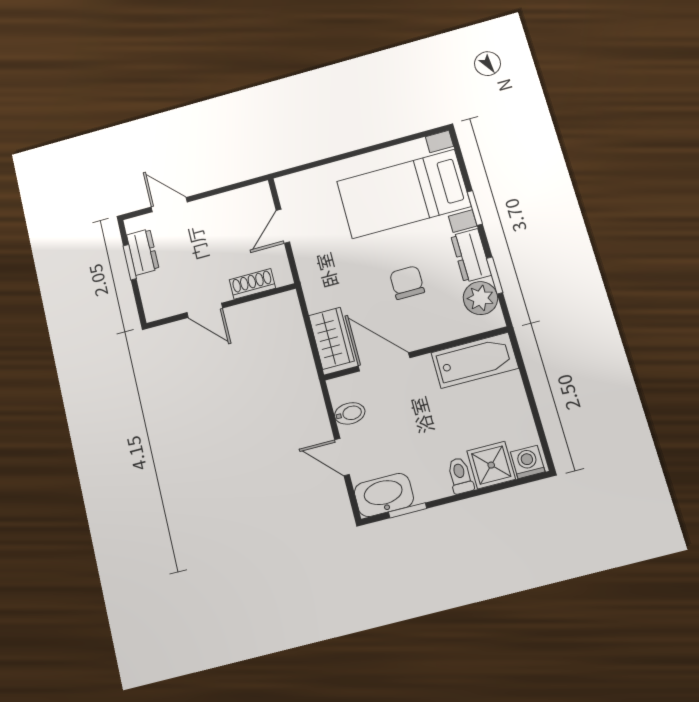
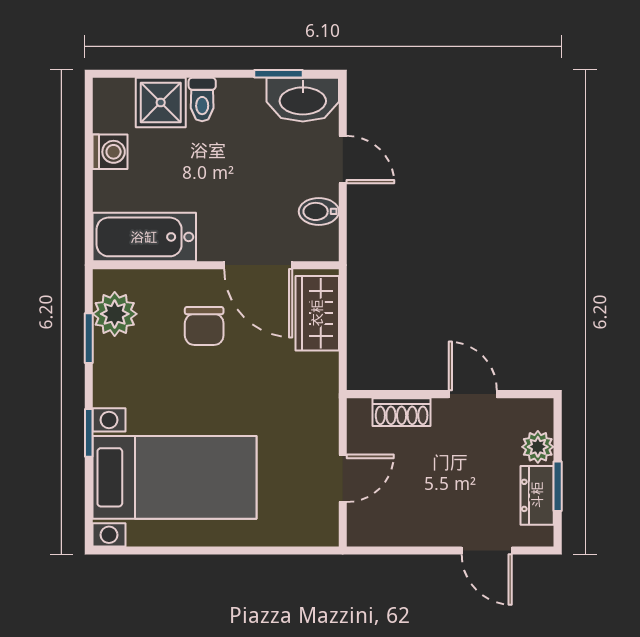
dresser: (471, 255) -> (111, 372), removed
chair: (407, 283) -> (204, 326), moved
plant: (150, 286) -> (538, 447), added
washing machine: (528, 462) -> (110, 152), moved, turned -90

